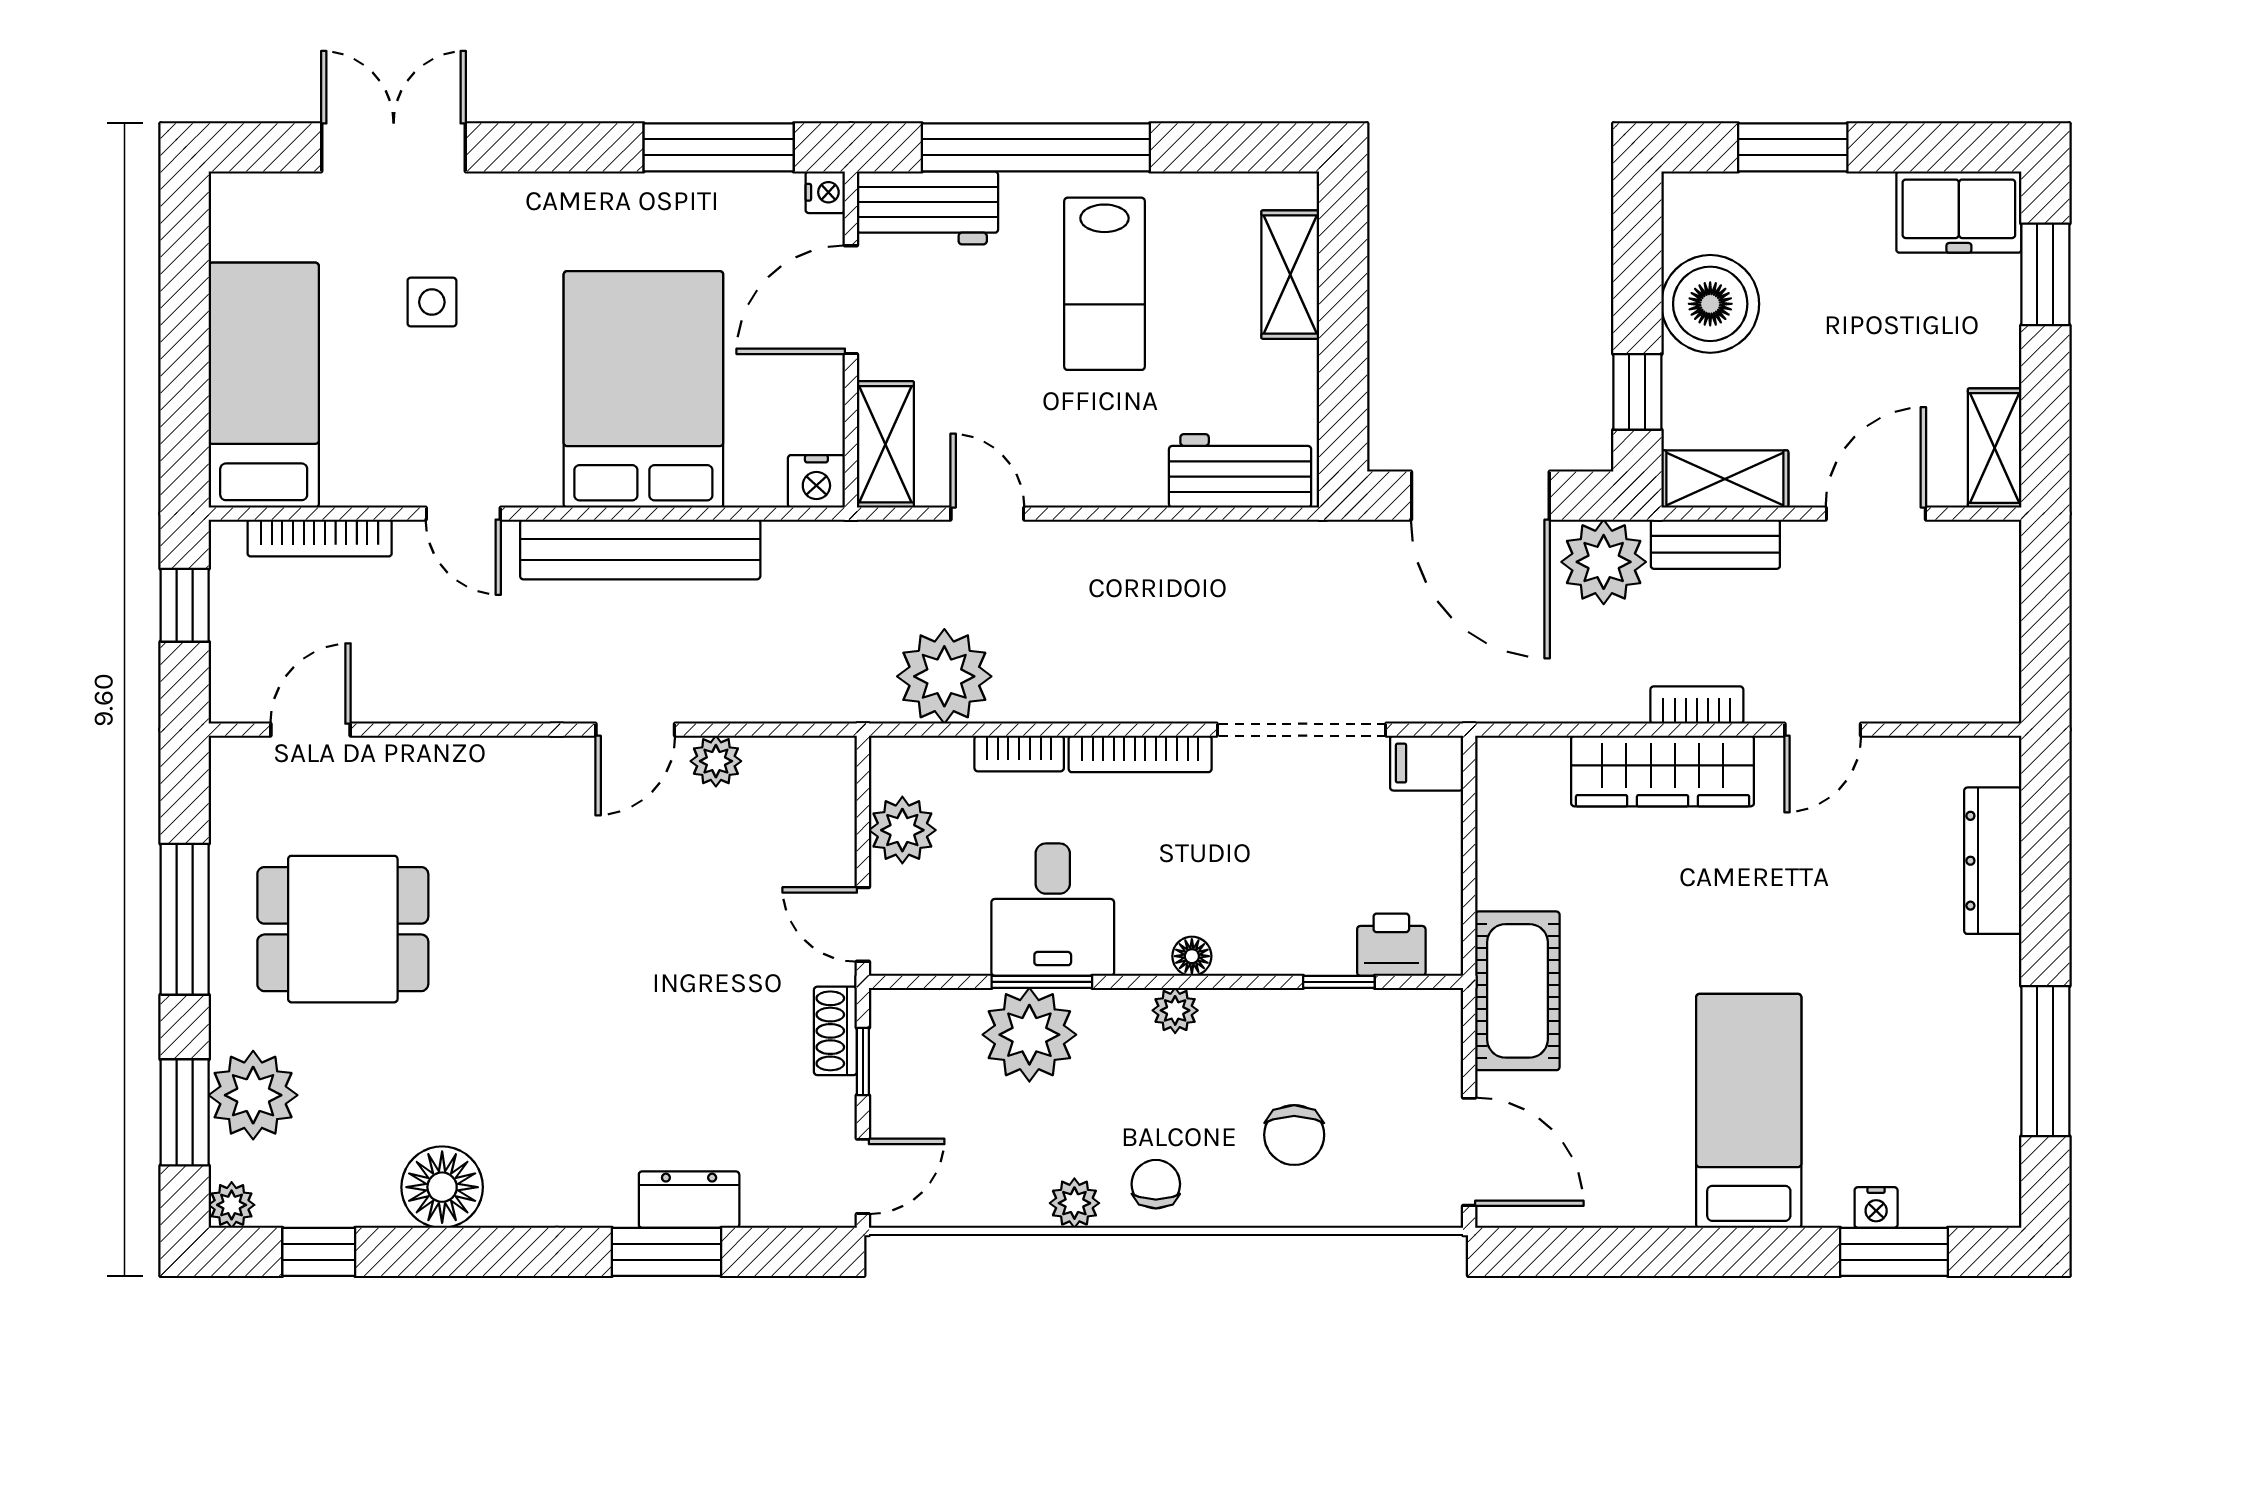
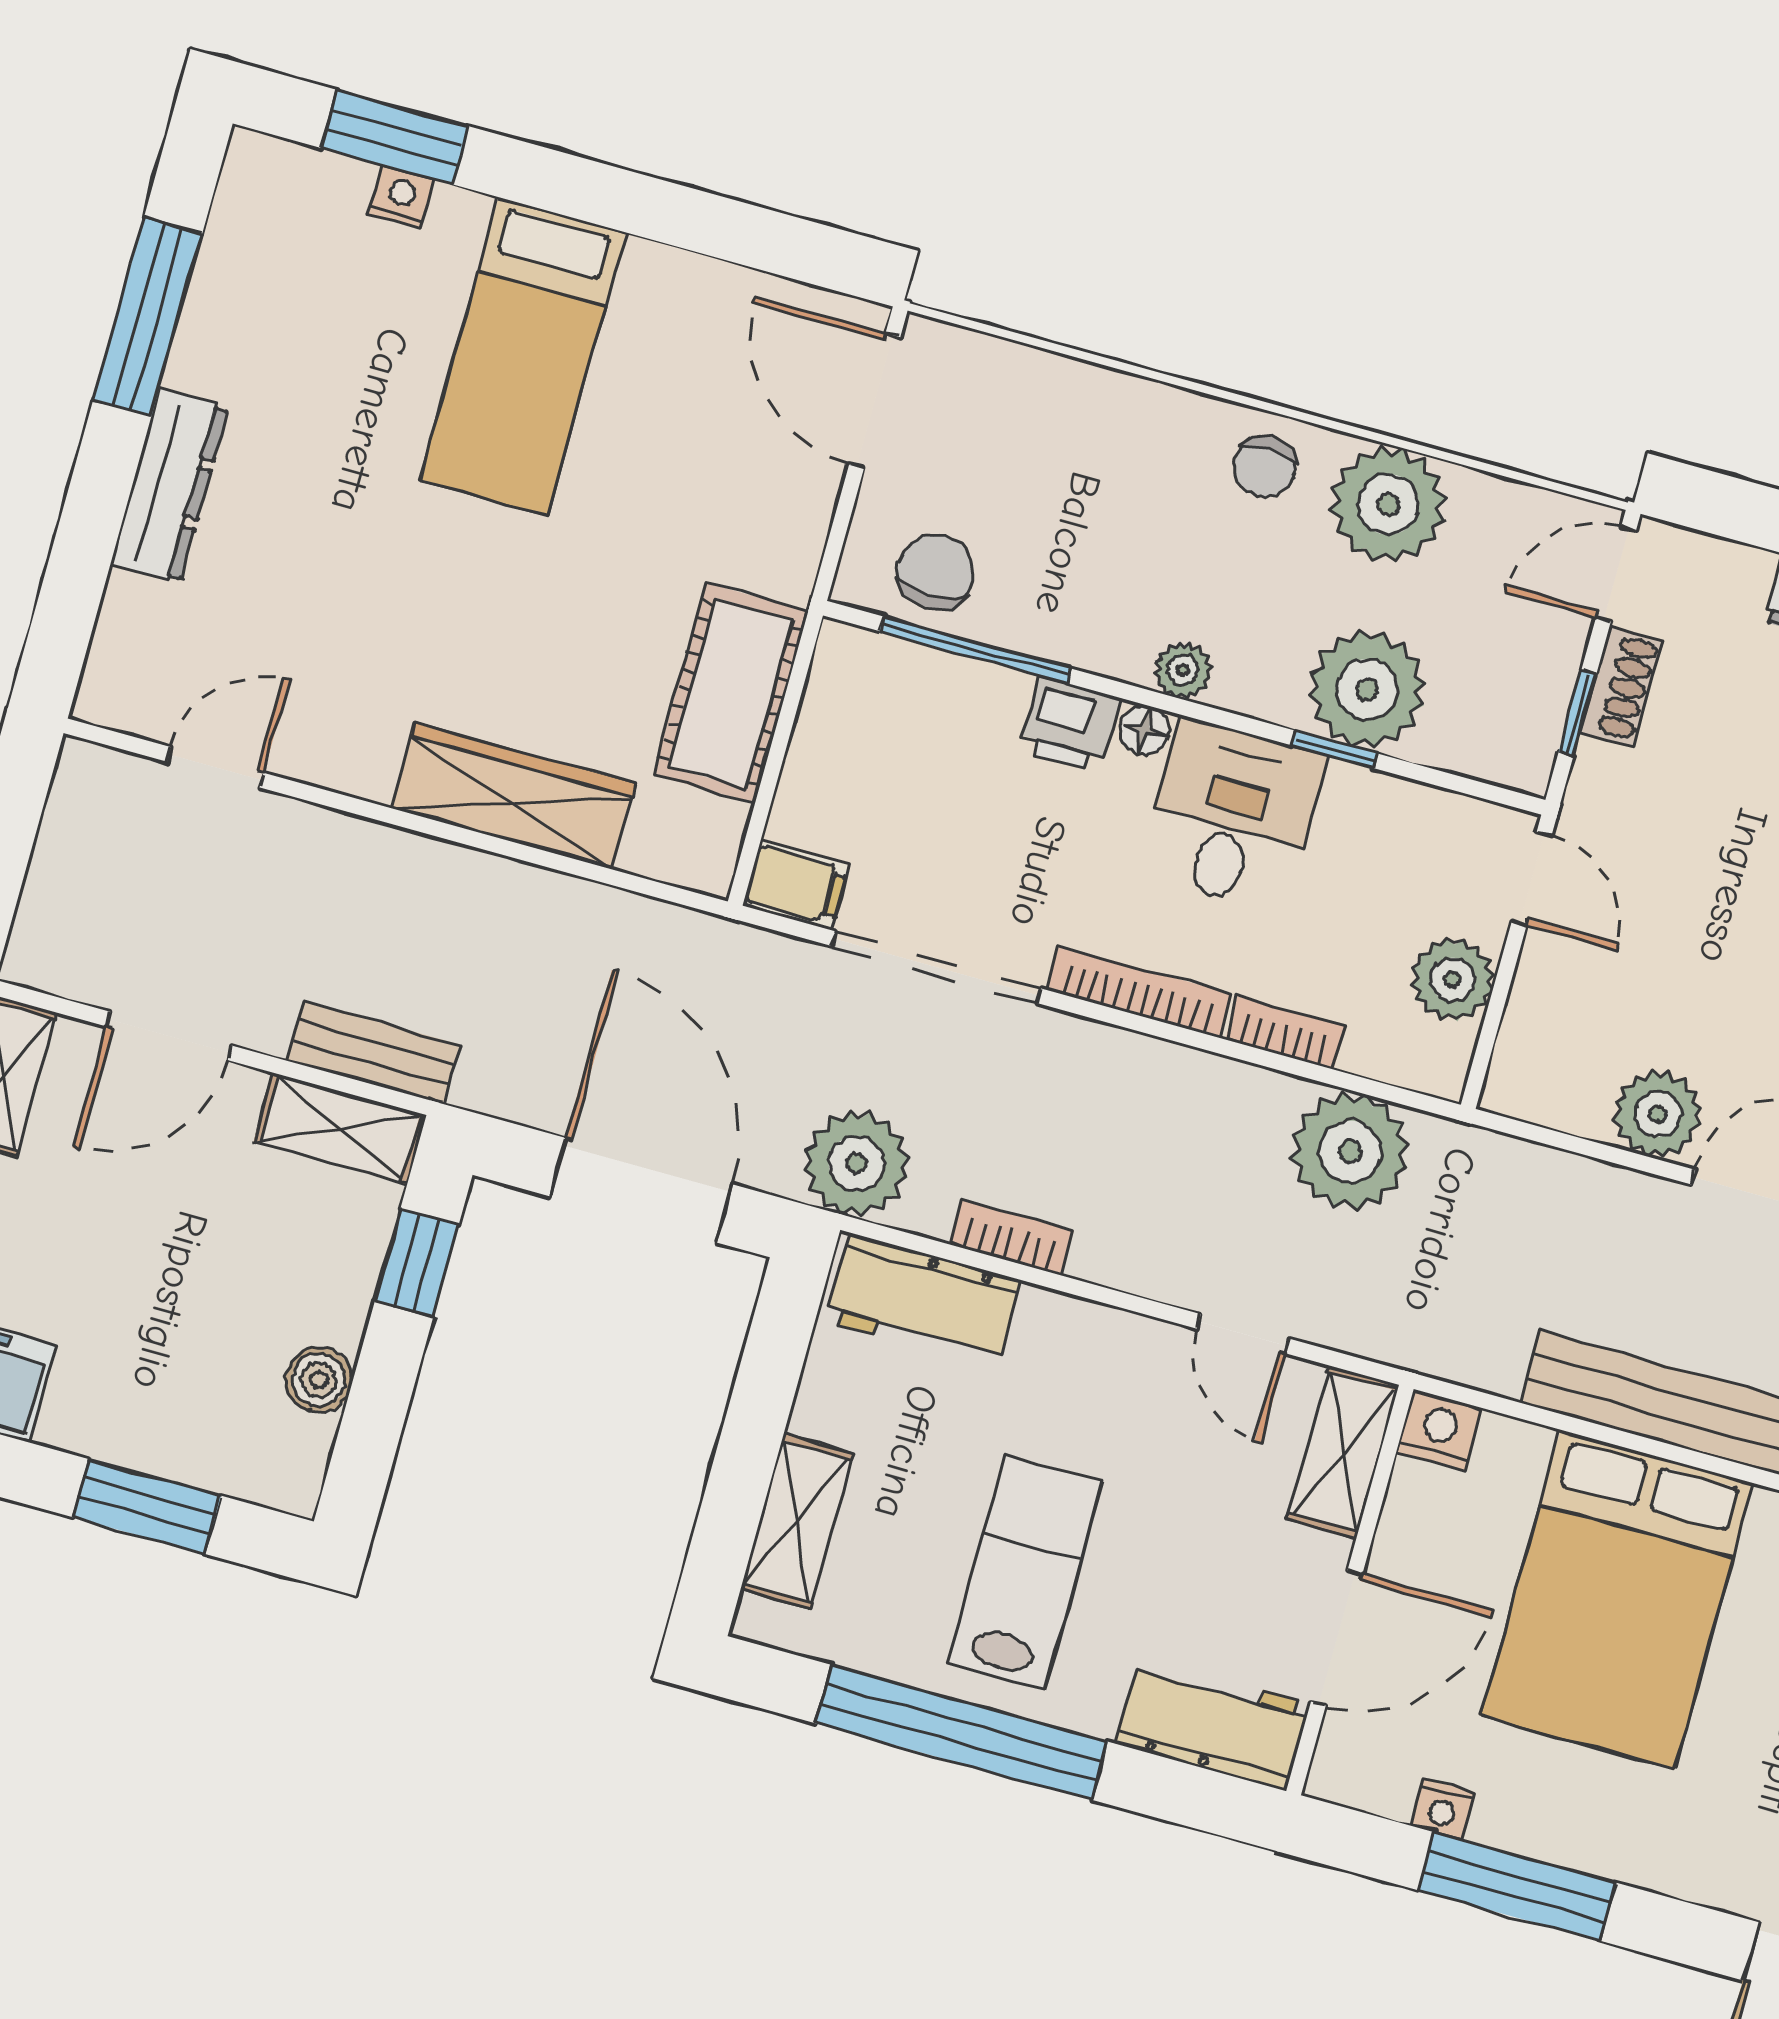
window: (719, 147) -> (1517, 1887), moved
window: (1036, 147) -> (962, 1732), moved
nightstand: (825, 192) -> (1443, 1809), moved, turned -90
boiler: (1710, 304) -> (319, 1380), width x0.54, depth x0.54
plant: (1604, 562) -> (857, 1163), moved
bookcase: (1697, 705) -> (1011, 1237), moved, turned 180
door: (1823, 730) -> (215, 767), moved
plant: (716, 761) -> (1658, 1114), width x1.38, depth x1.38
dresser: (1993, 861) -> (169, 486), moved
desk: (1053, 910) -> (1232, 815), moved
printer: (1391, 945) -> (1070, 724), moved
window: (1042, 982) -> (1334, 749), width x0.67
window: (1339, 982) -> (975, 650), width x2.17
cot: (1517, 991) -> (731, 693), moved
shoe rack: (835, 1031) -> (1621, 686), moved
chair: (1294, 1135) -> (935, 572), moved
plant: (1074, 1203) -> (1388, 504), width x1.88, depth x1.88

